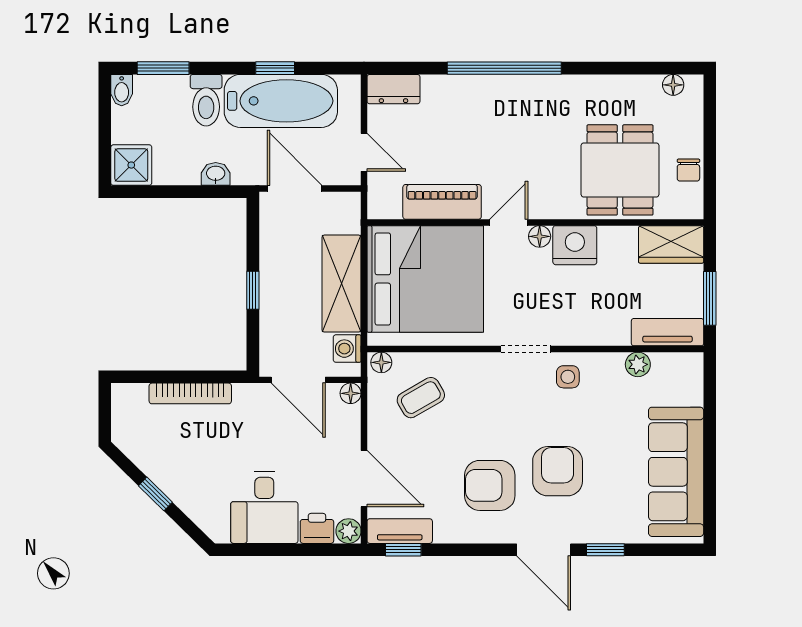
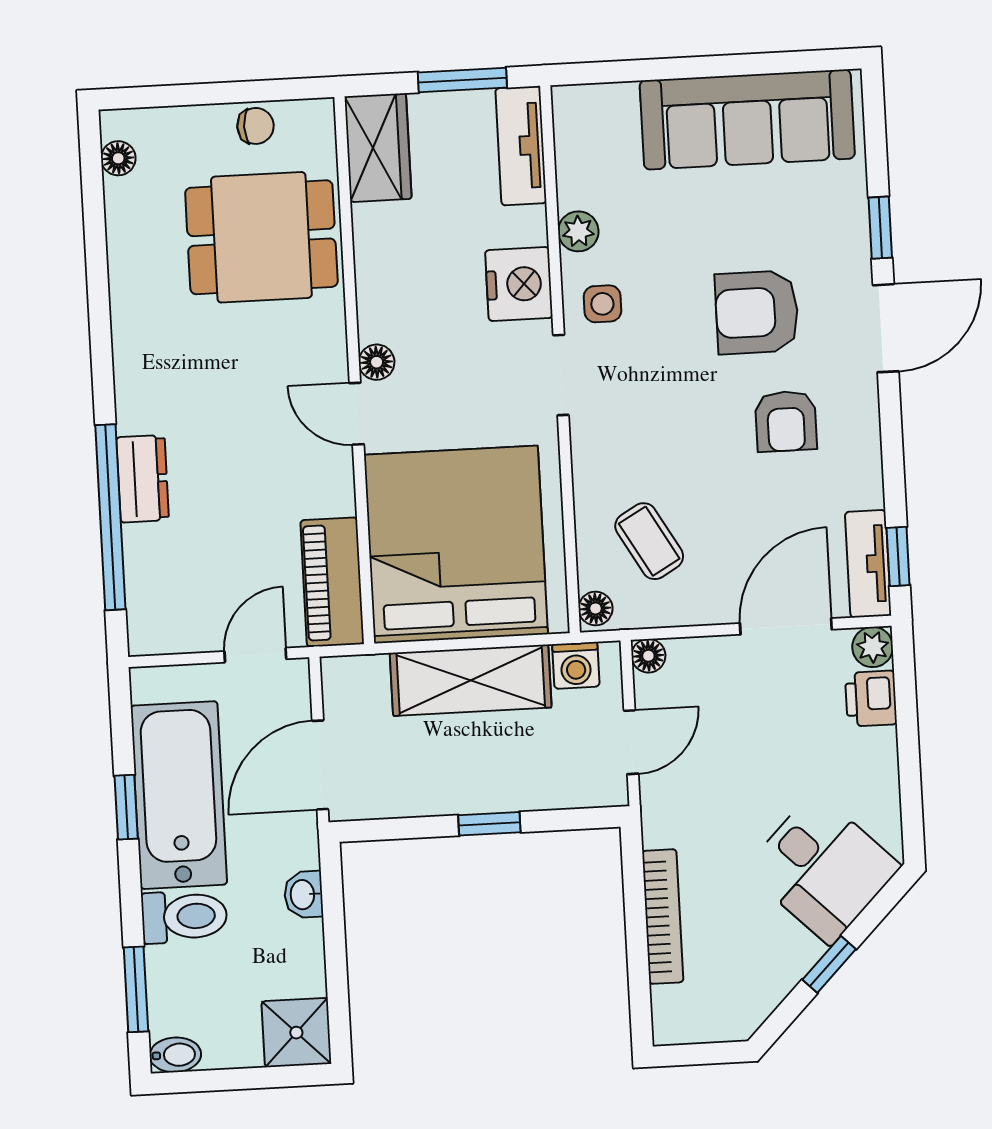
window: (504, 68) -> (110, 517), moved
dresser: (393, 89) -> (143, 479), moved
piano: (442, 202) -> (332, 582), moved
nightstand: (575, 245) -> (519, 284), moved, turned 180
plant: (638, 364) -> (578, 231), moved
door: (298, 380) -> (631, 742), width x0.73
armchair: (490, 485) -> (786, 421), width x0.72, depth x0.72
desk: (264, 507) -> (822, 868), moved, turned 44

